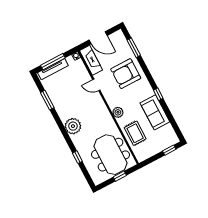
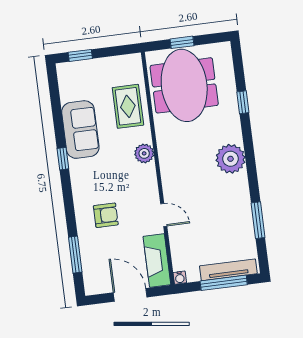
armchair: (126, 74) -> (106, 215), width x0.53, depth x0.53

